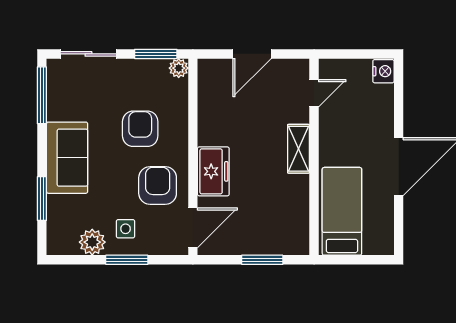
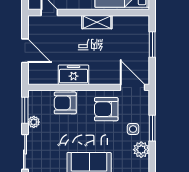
plant: (179, 68) -> (34, 122), moved
armchair: (140, 129) -> (65, 103), moved
shelving: (299, 149) -> (97, 22), moved
freezer: (213, 171) -> (74, 75), moved

